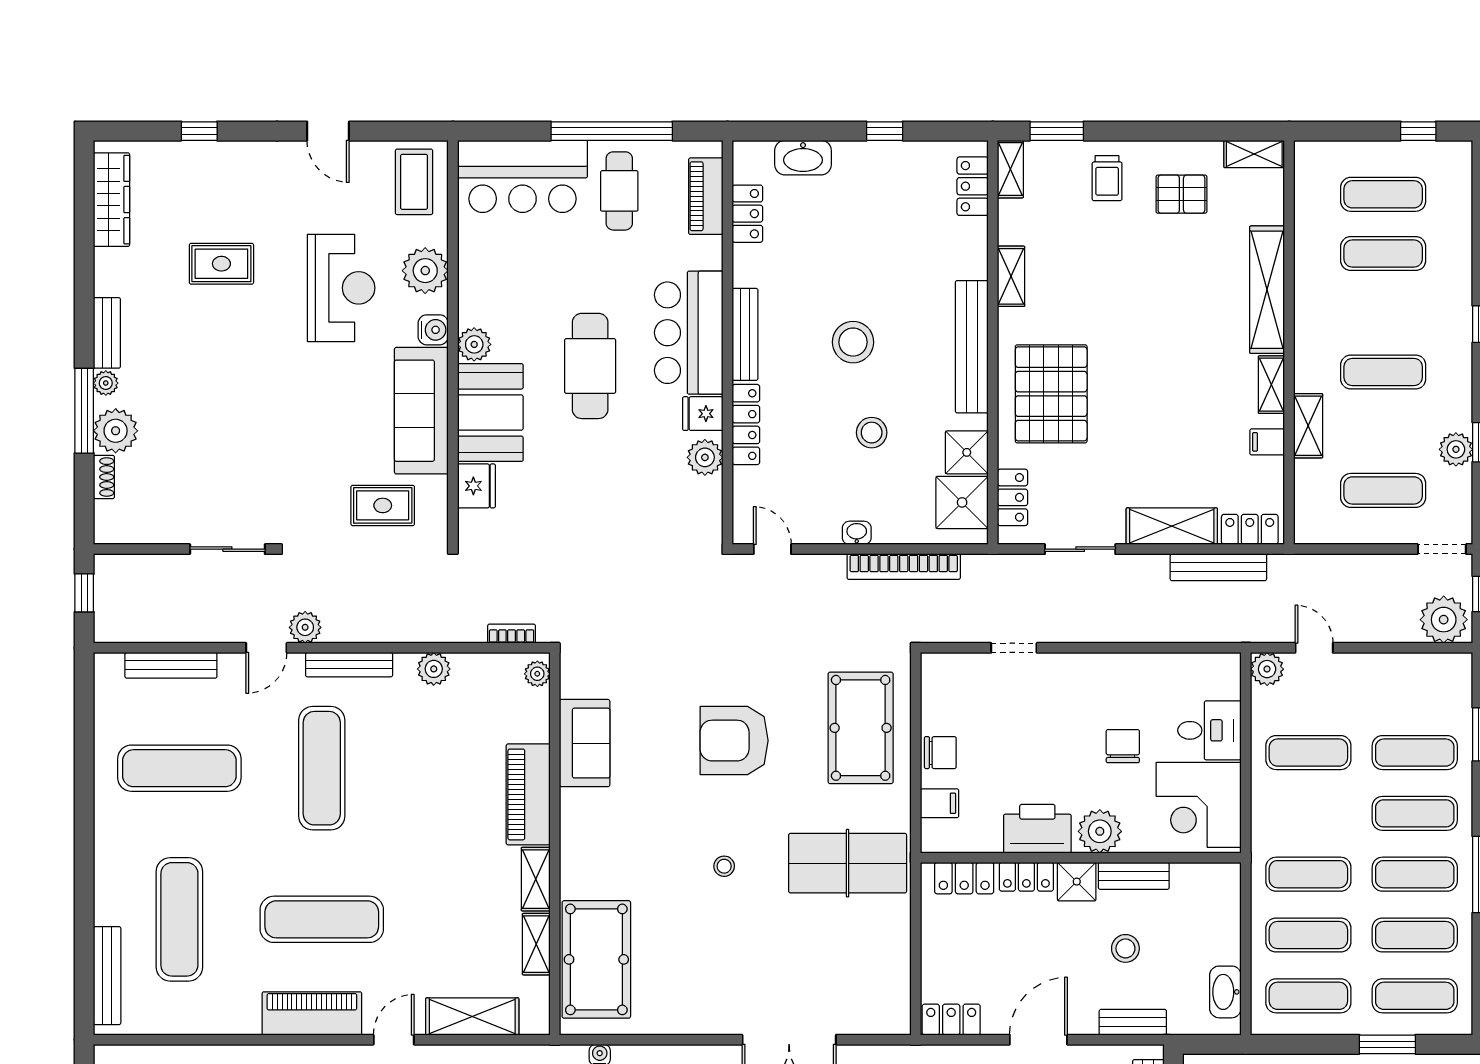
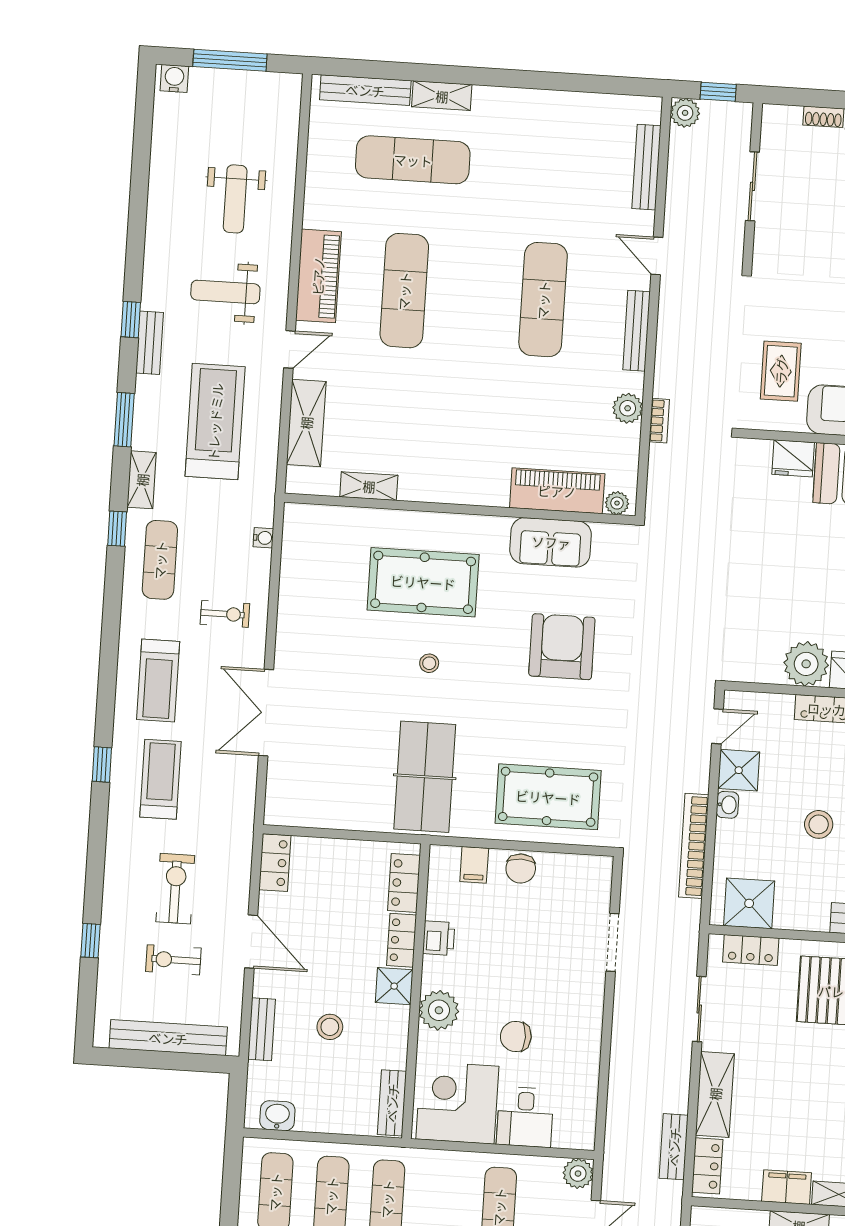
filing cabinet: (1267, 442) -> (787, 1187), width x2.00
shower: (967, 452) -> (739, 770), moved
plant: (705, 457) -> (806, 664), width x1.36, depth x1.36
sliding door: (227, 549) -> (752, 186), moved
bench: (1218, 567) -> (674, 1147), width x0.73
plant: (305, 627) -> (685, 113), moved
bookcase: (512, 634) -> (659, 421), moved
doorway: (1014, 648) -> (612, 942), width x1.38
armchair: (734, 741) -> (562, 647), moved
chair: (1123, 746) -> (516, 1036), turned 180
exercise mat: (179, 768) -> (552, 169), removed
exercise mat: (322, 768) -> (543, 300), turned 90
piano: (528, 794) -> (557, 491), moved
printer: (1037, 829) -> (439, 938), width x0.53, depth x0.68
bench: (1134, 876) -> (392, 1103), moved
shelving: (536, 879) -> (442, 96), moved
pool table: (596, 959) -> (423, 582), moved
washbasin: (1225, 992) -> (277, 1116), width x0.72
door: (394, 1040) -> (289, 349), hinge flipped

